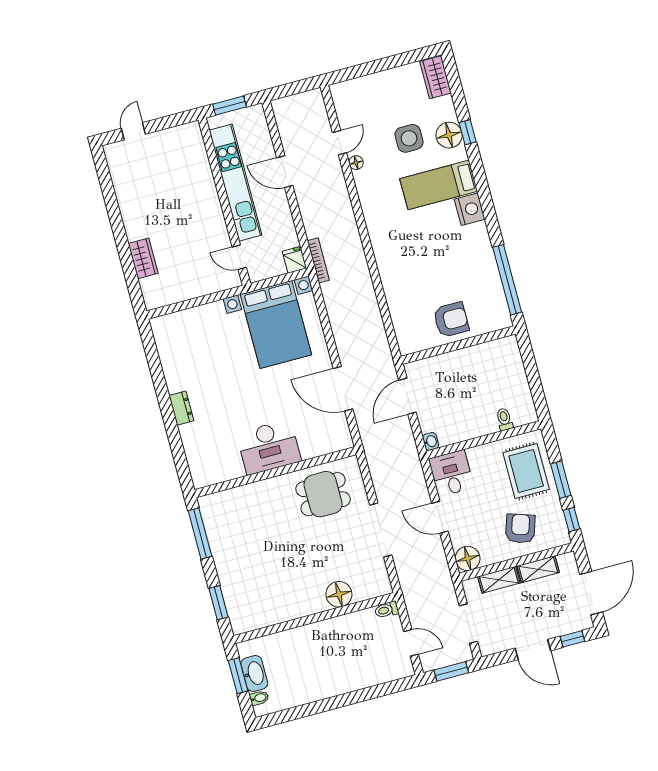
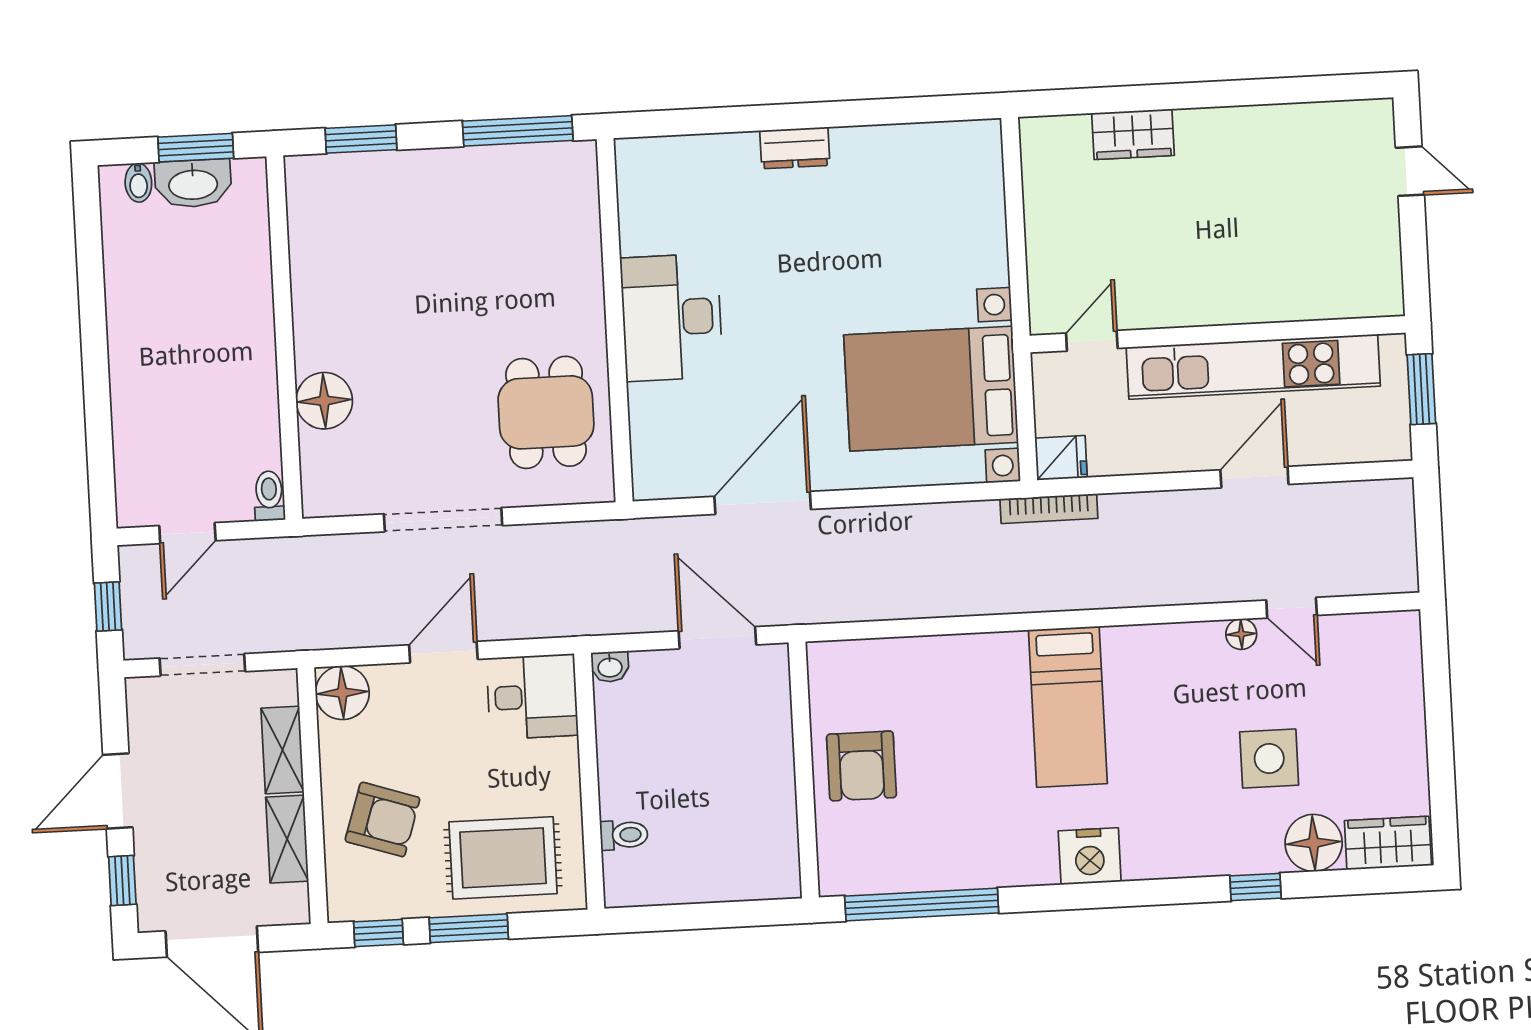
floor lamp: (449, 135) -> (1314, 843), moved
bed: (439, 185) -> (1068, 707), moved, turned 180
window: (451, 671) -> (108, 606), width x0.67

